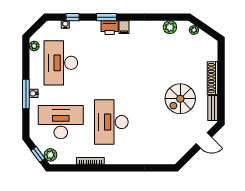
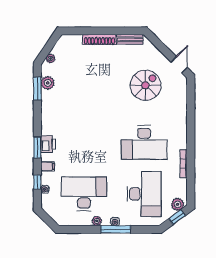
window: (164, 17) -> (37, 89), added
filing cabinet: (124, 27) -> (48, 166), moved
plant: (34, 46) -> (97, 221), moved
desk: (61, 63) -> (84, 194), turned 180
spiral stairs: (180, 99) -> (145, 85), moved, turned -90
desk: (61, 122) -> (144, 194), turned 180
door: (204, 140) -> (179, 65), moved

